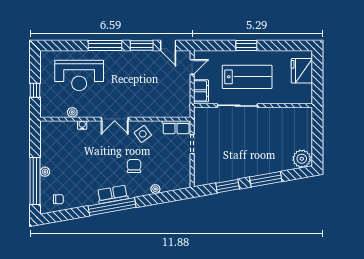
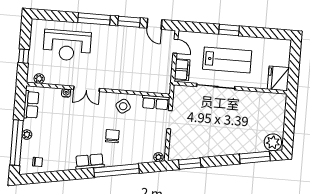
door: (192, 67) -> (175, 46), hinge flipped
fridge: (302, 71) -> (278, 78), moved
plant: (72, 112) -> (39, 79), moved
double door: (115, 119) -> (87, 89), moved
row of seats: (47, 140) -> (31, 105), added
window: (266, 179) -> (255, 157), moved
window: (228, 186) -> (190, 164), moved
plant: (155, 189) -> (158, 157), moved
window: (112, 207) -> (116, 171), moved

